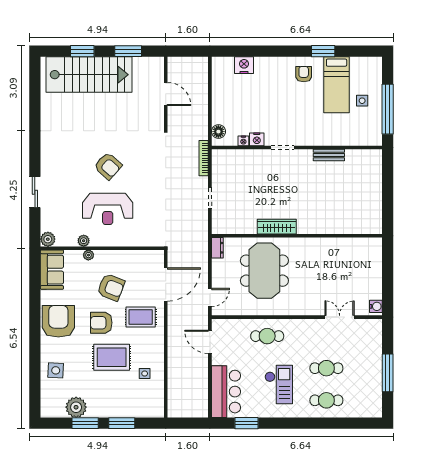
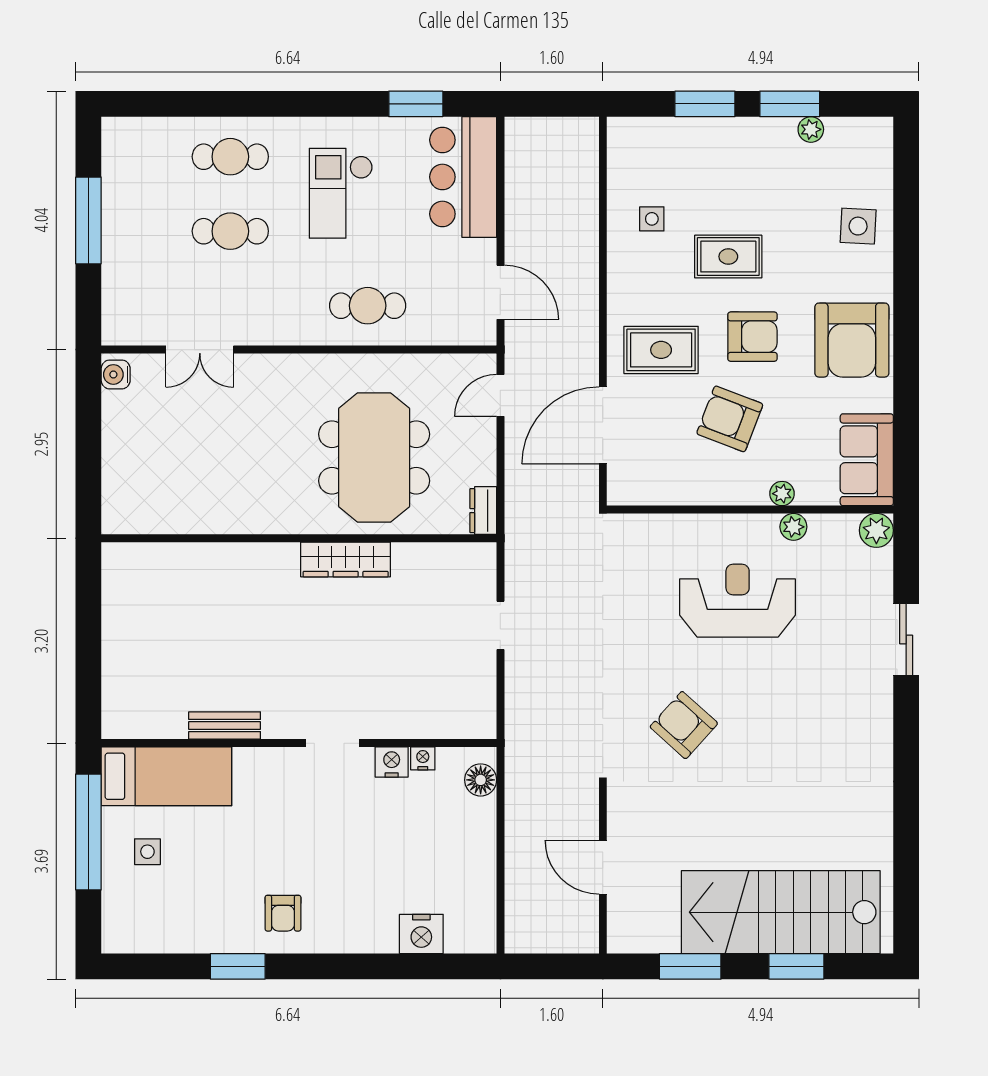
bed: (337, 85) -> (166, 776), moved, turned 90
bookcase: (204, 158) -> (515, 718), removed
armchair: (108, 166) -> (684, 725), moved
rug: (112, 357) -> (728, 257), width x0.73, depth x0.70
plant: (76, 407) -> (811, 129), width x0.53, depth x0.53

